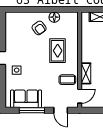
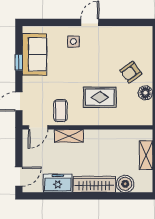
door: (80, 96) -> (38, 127), hinge flipped
window: (32, 110) -> (19, 62), width x0.46

